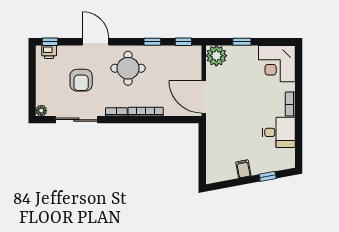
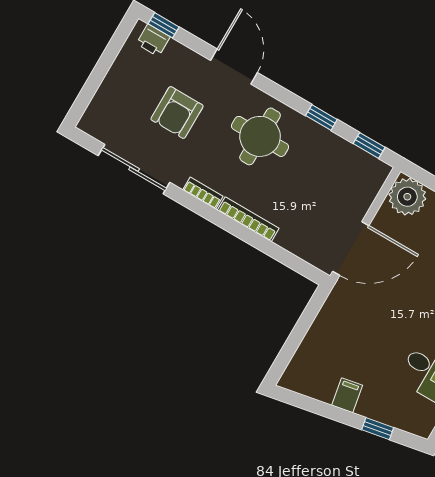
door: (204, 97) -> (351, 249), swing flipped
plant: (41, 111) -> (88, 124), removed

